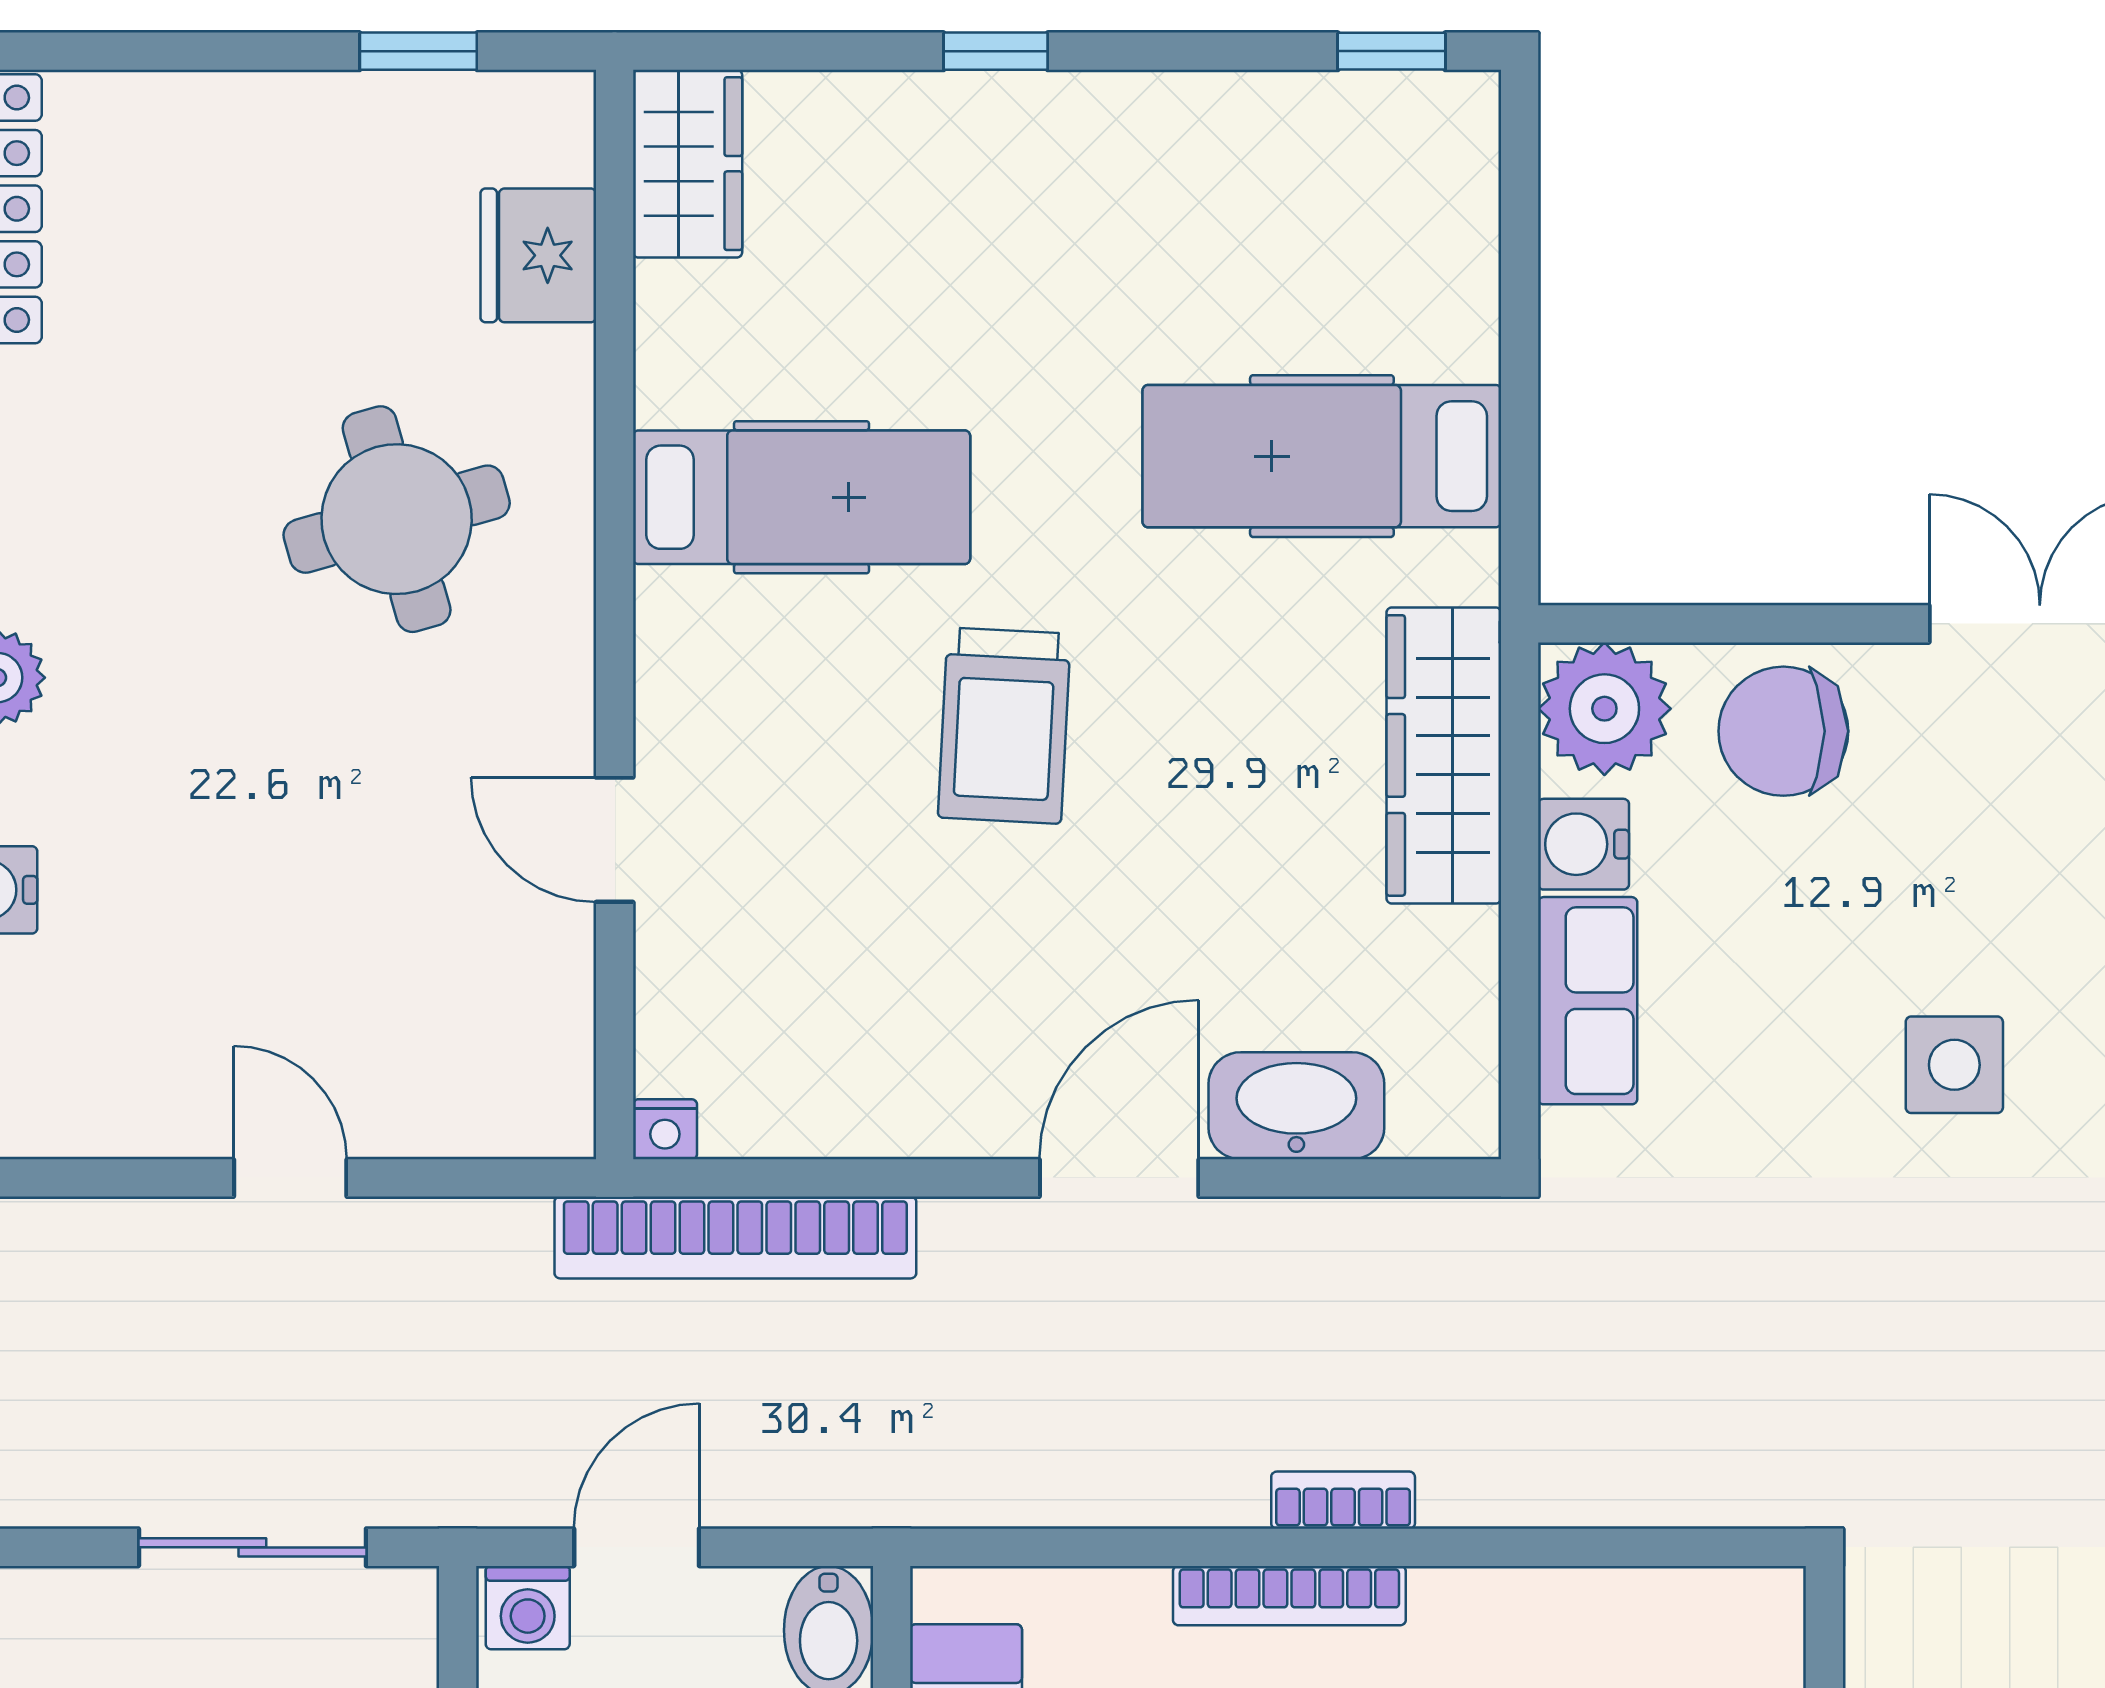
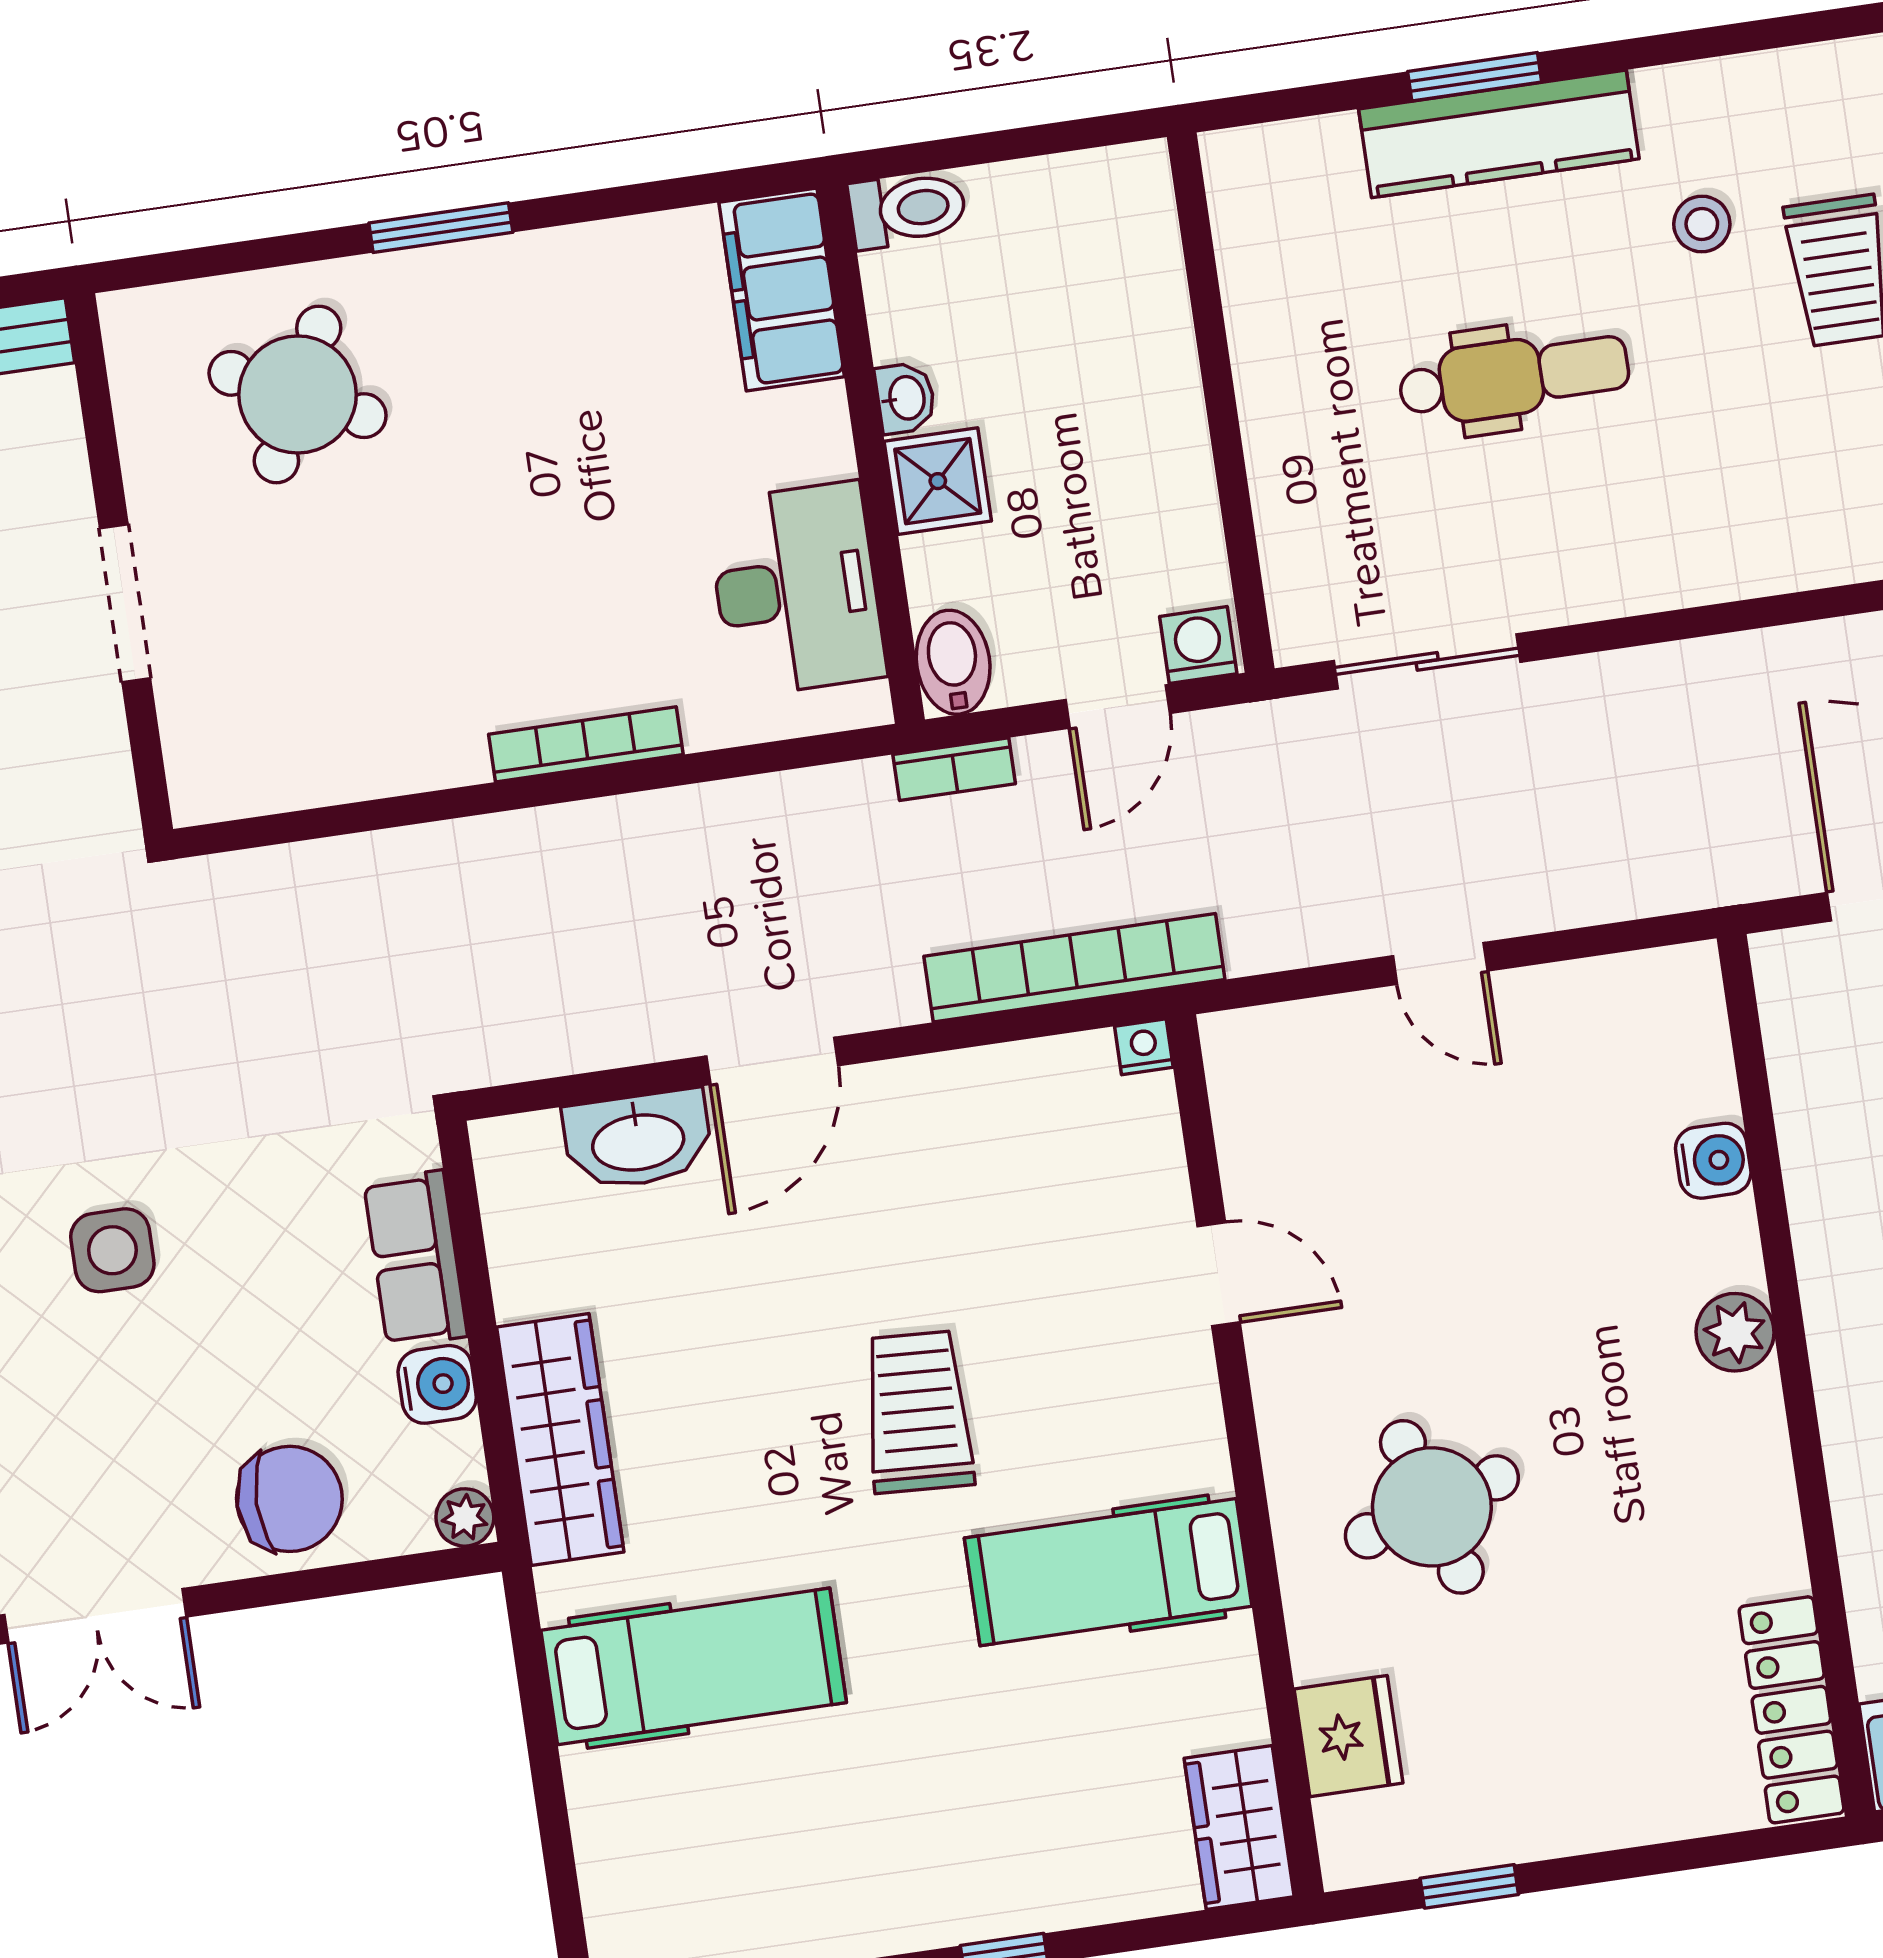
plant: (1604, 709) -> (465, 1517), width x0.53, depth x0.53
bookcase: (1343, 1500) -> (954, 769), moved

